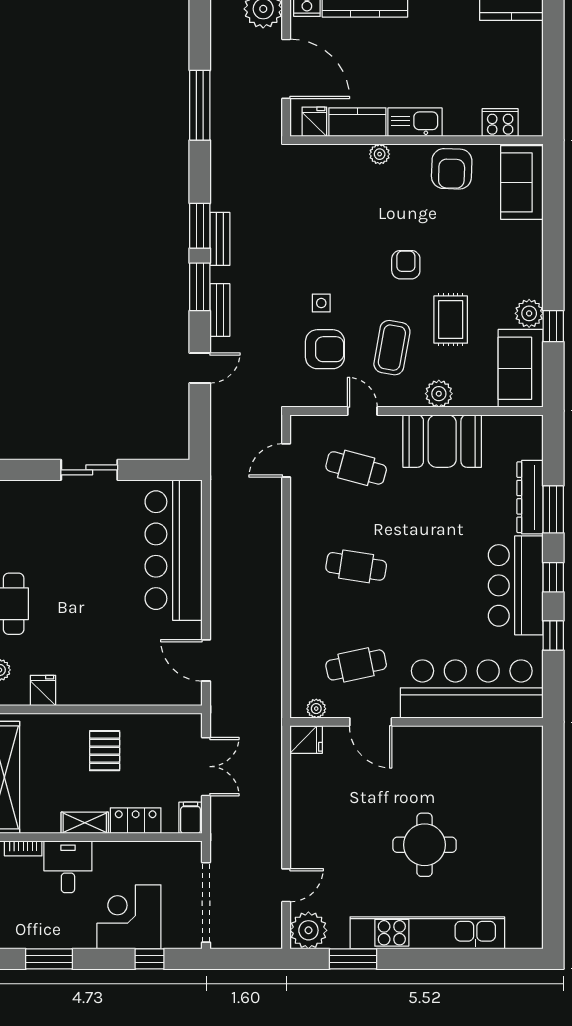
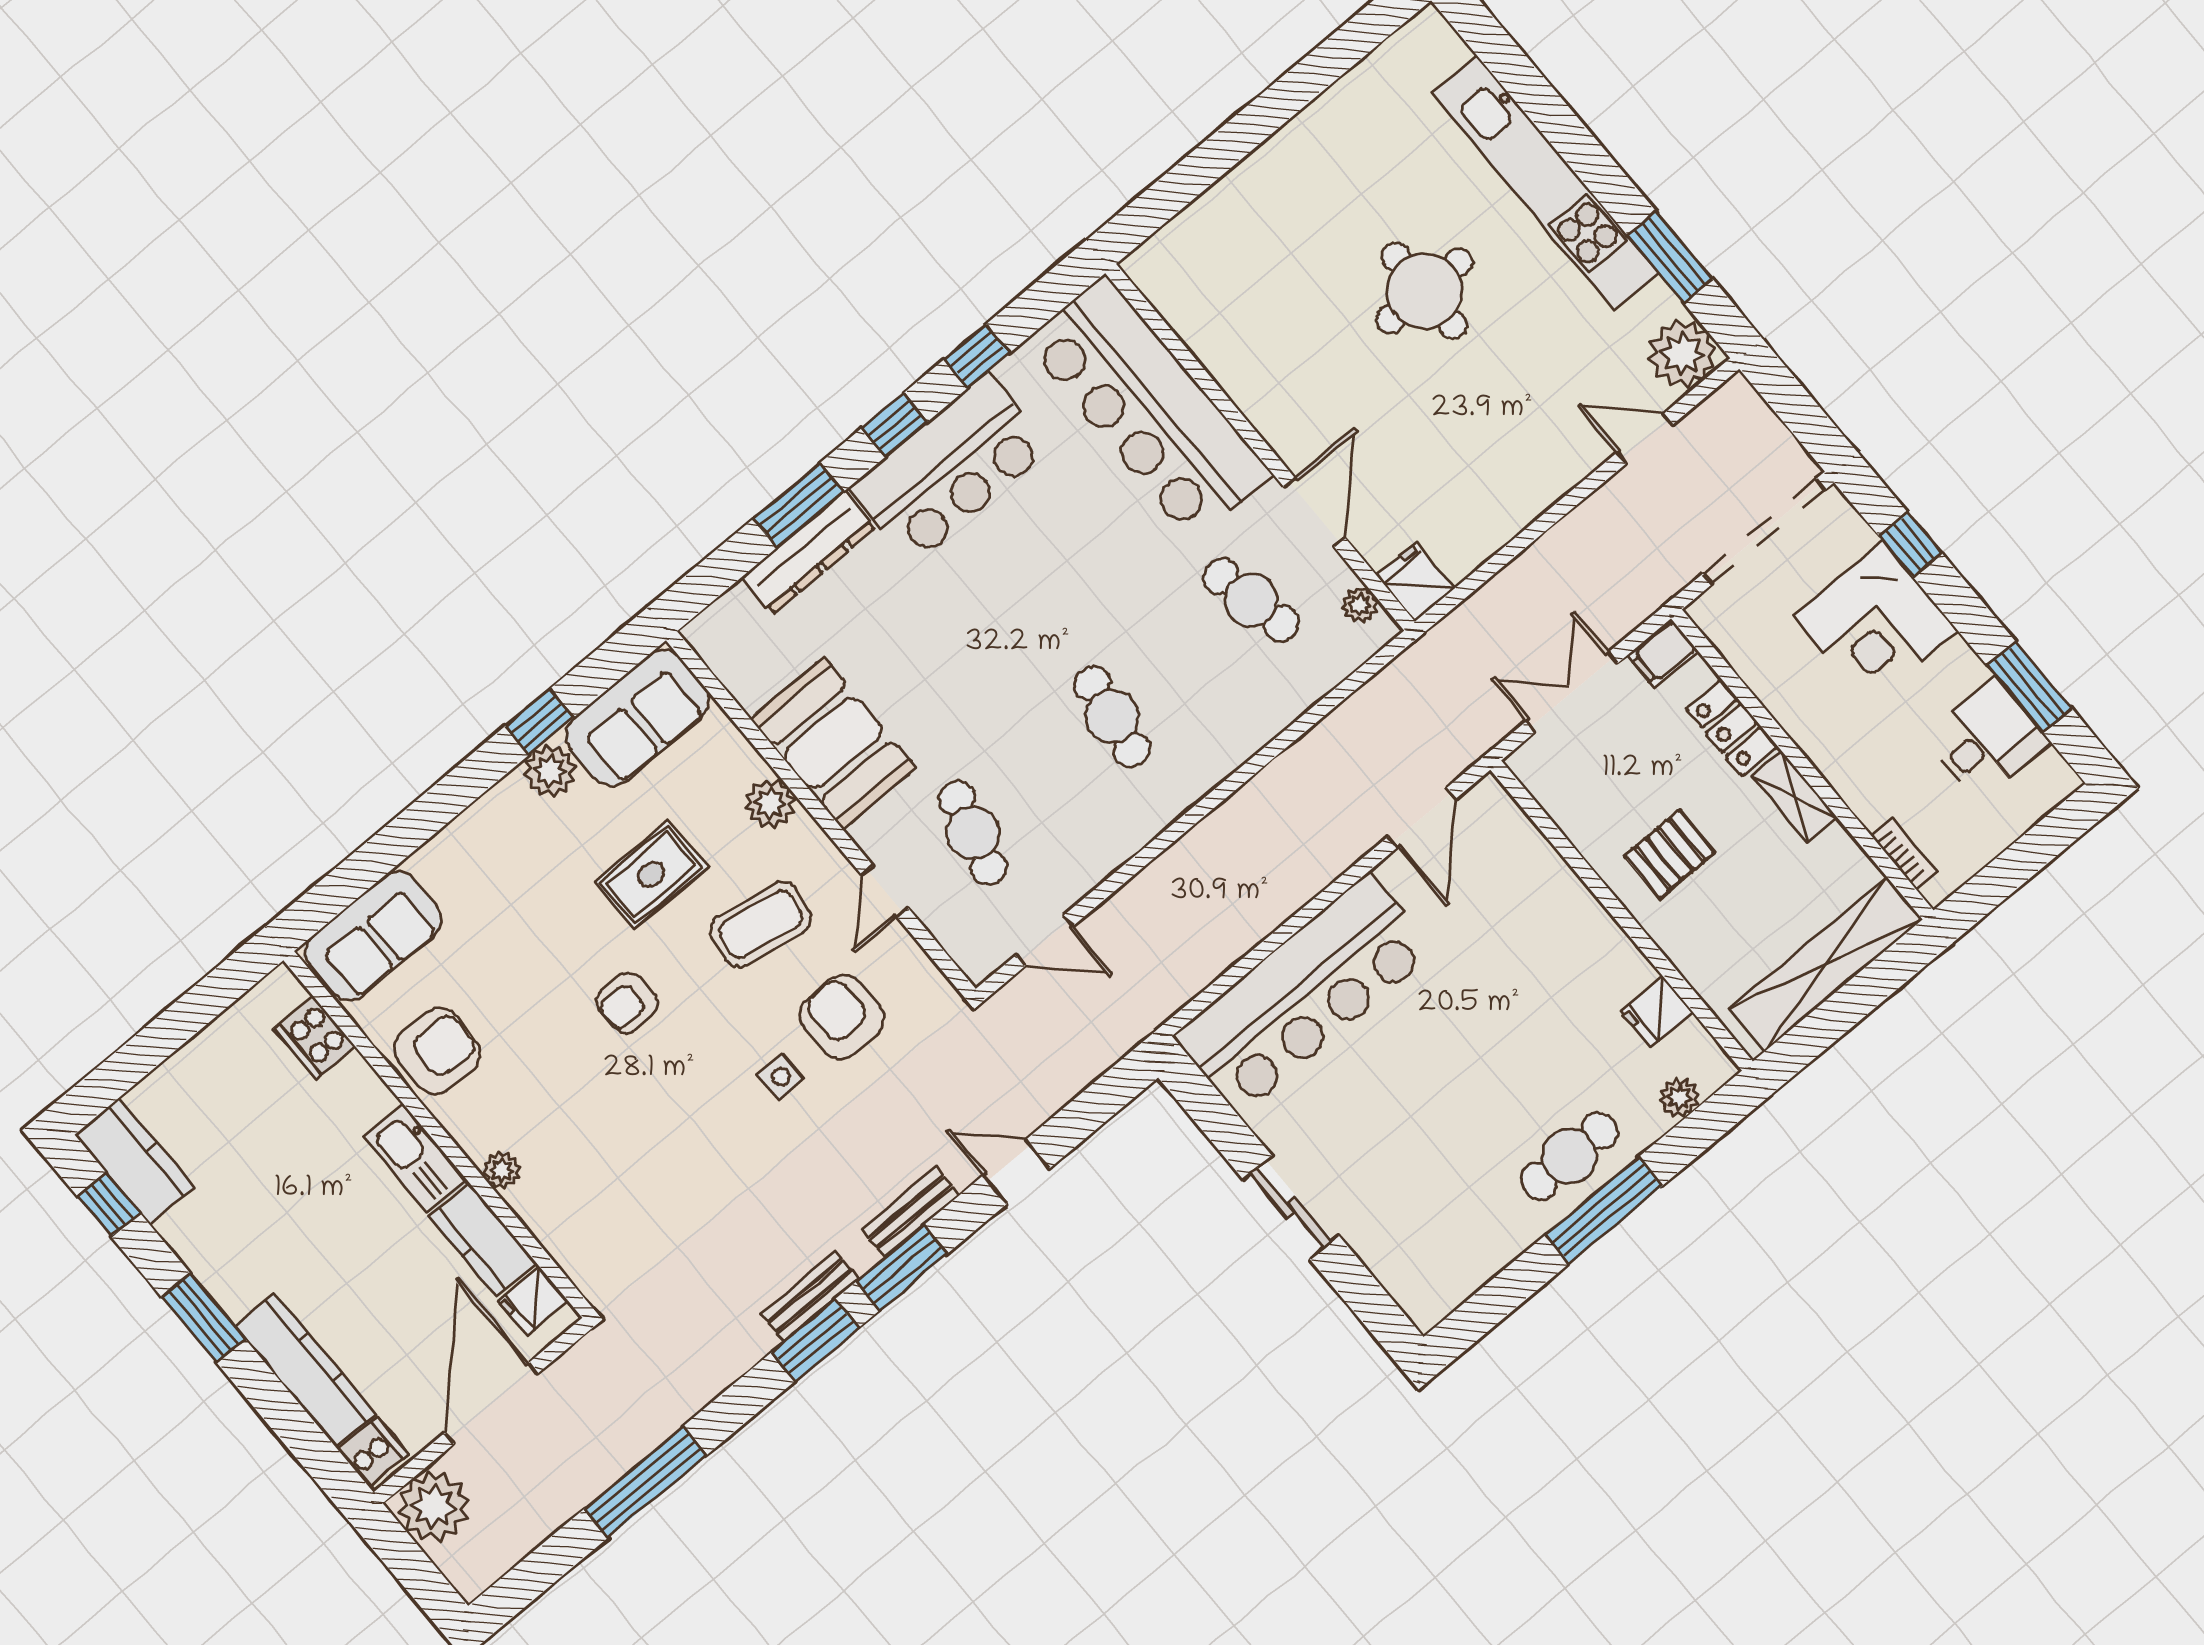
desk: (68, 867) -> (1987, 740), moved, turned 180

